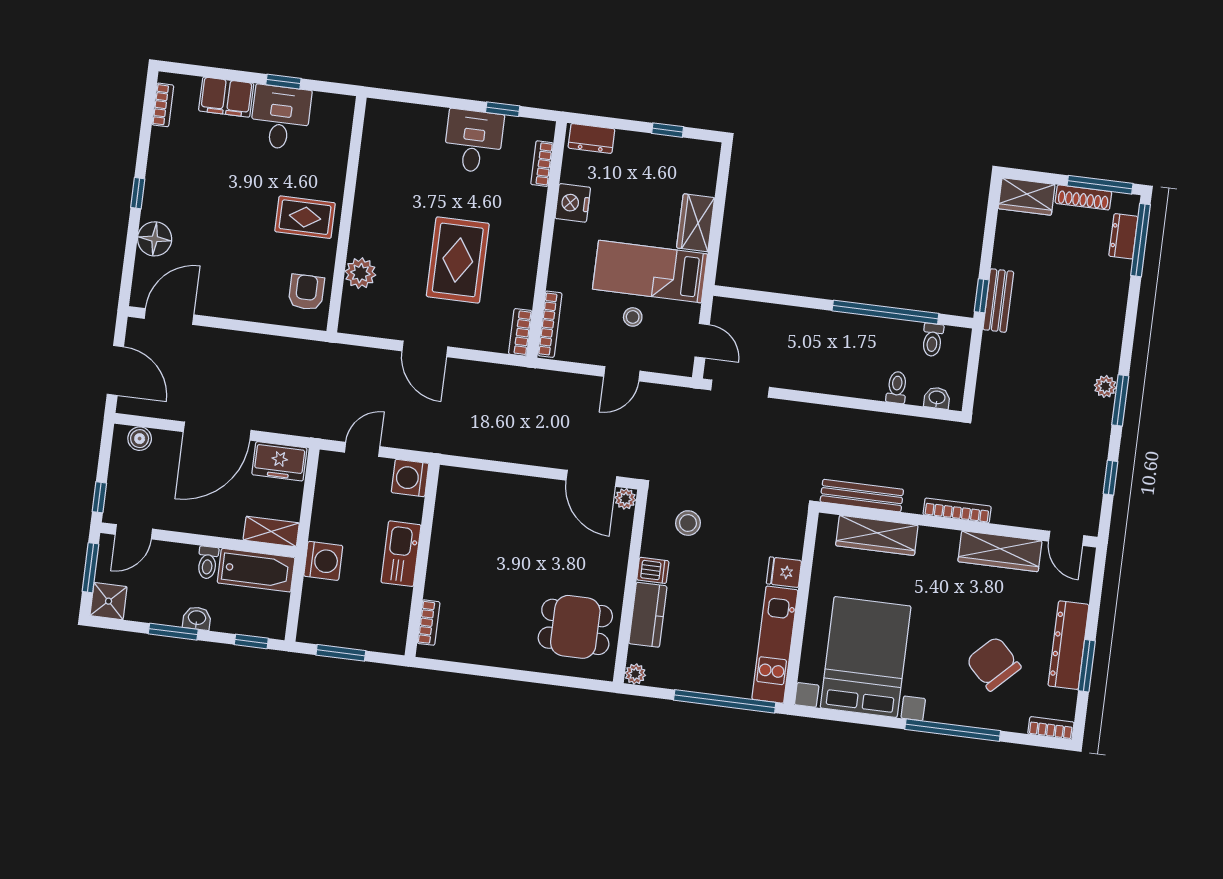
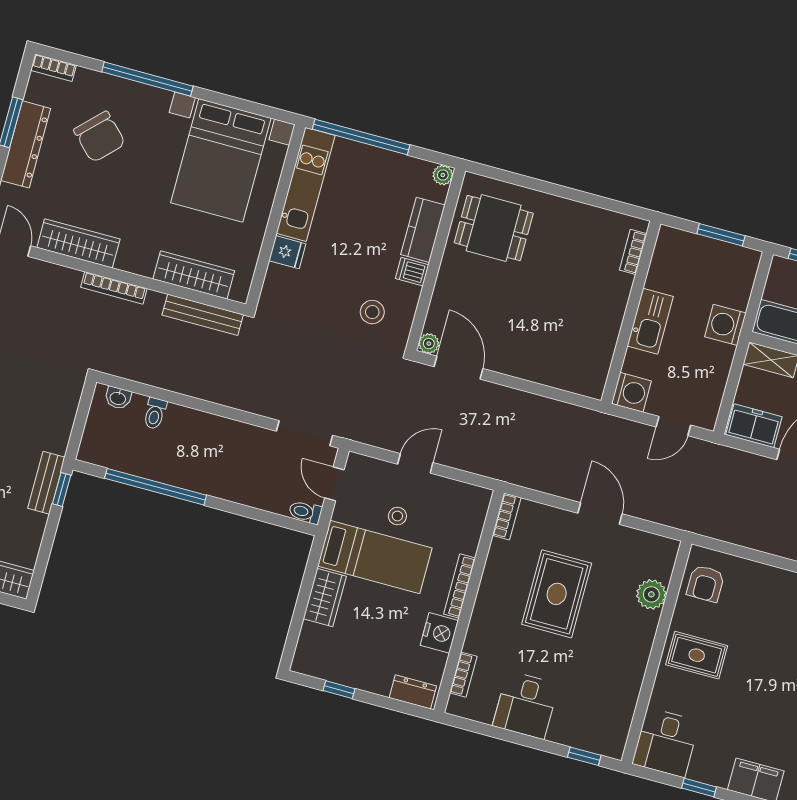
window: (503, 109) -> (584, 756), moved
desk: (280, 117) -> (666, 743), moved
bookcase: (550, 324) -> (459, 586), moved
toilet: (932, 340) -> (305, 512), moved, turned -90

